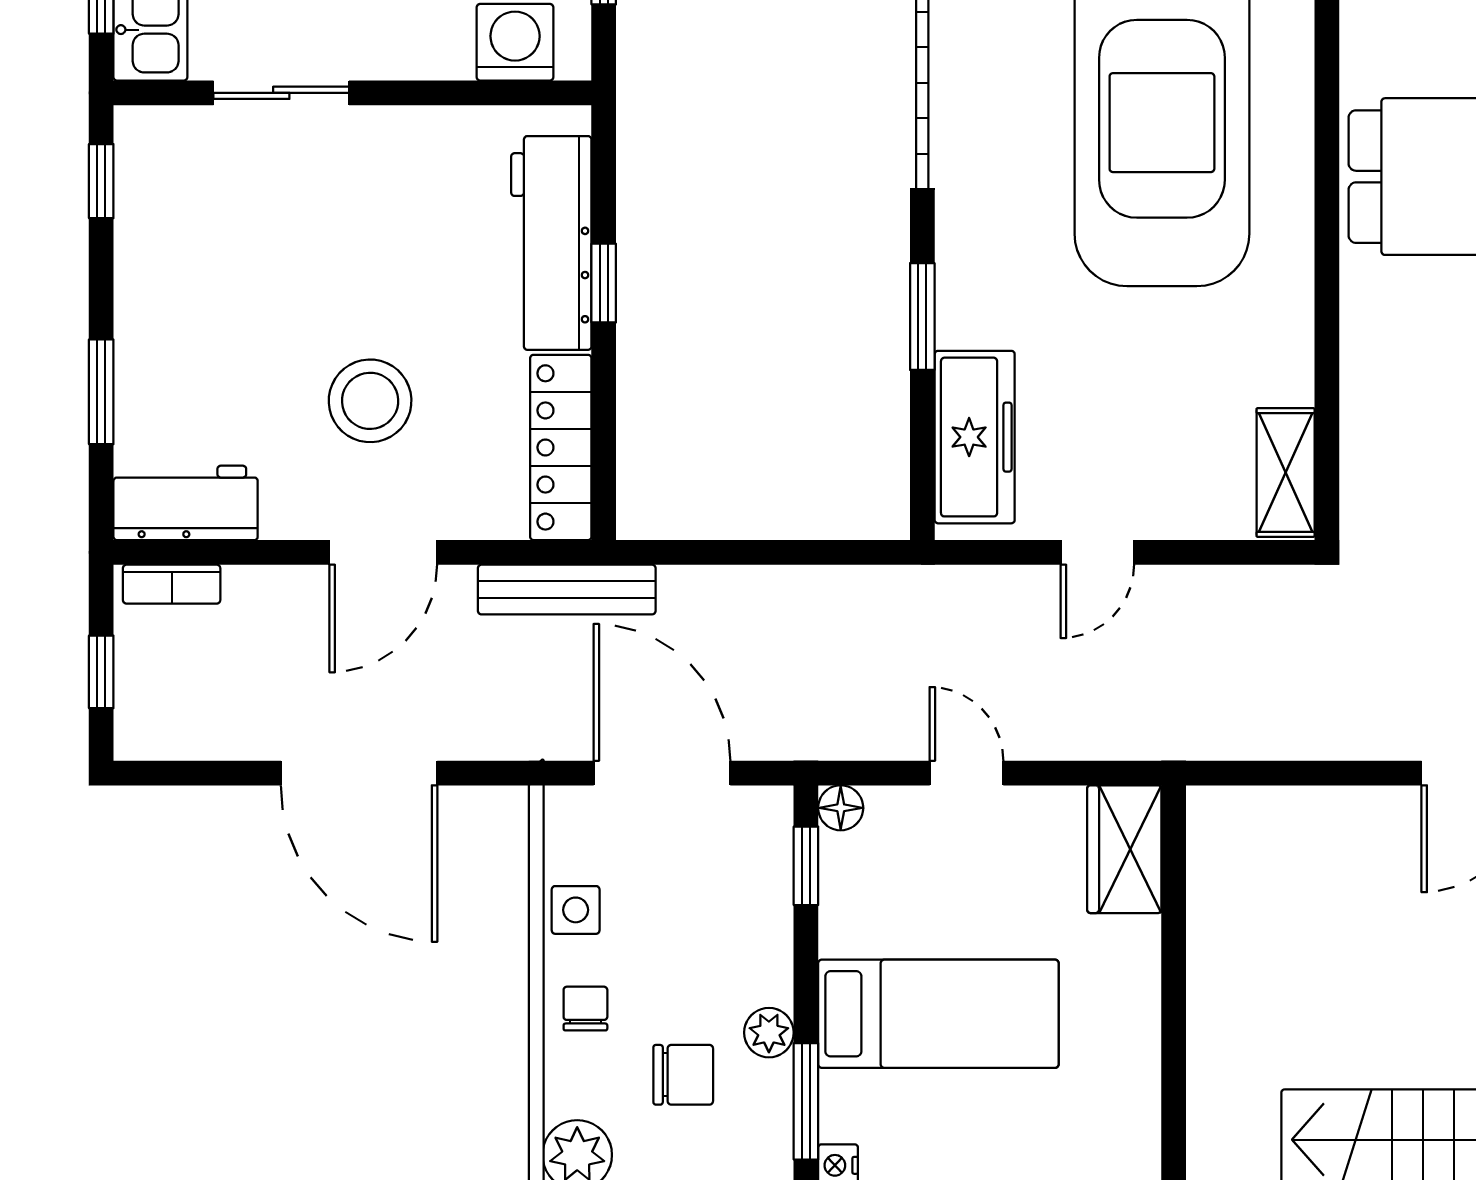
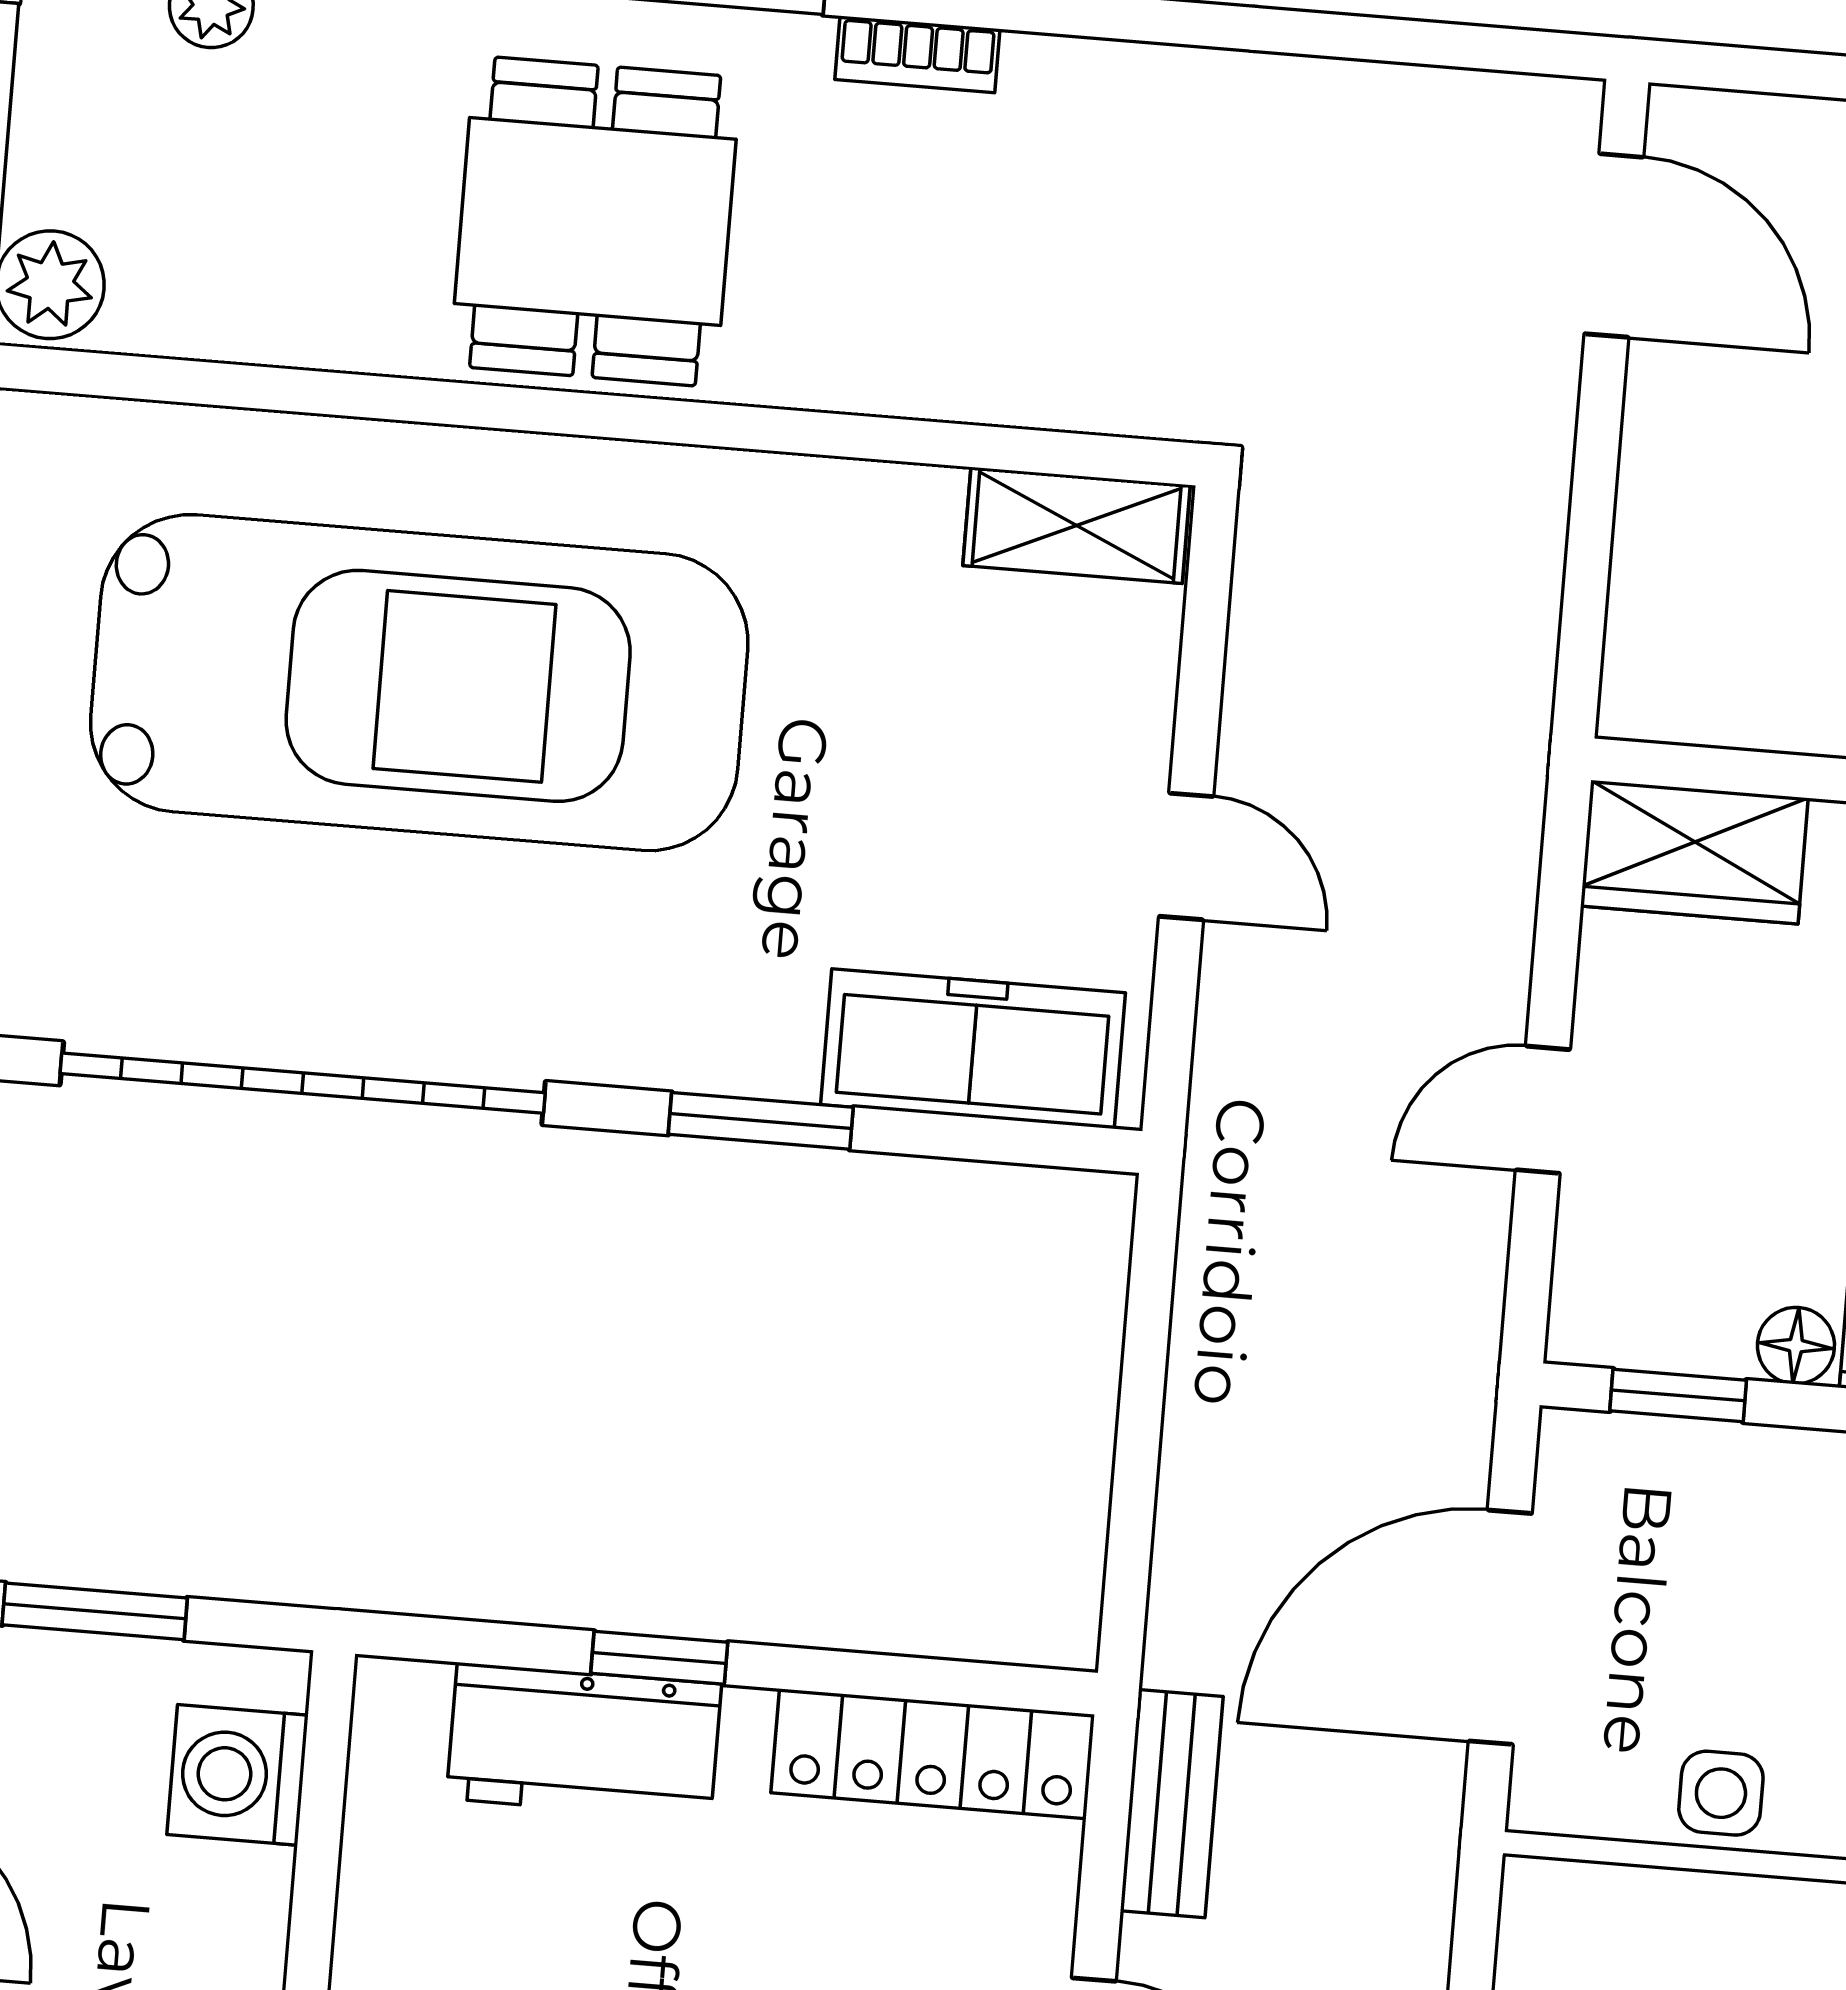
workbench: (551, 243) -> (584, 1741), width x0.73
bench: (567, 590) -> (1172, 1804), width x0.73
floor lamp: (841, 808) -> (1796, 1346), moved

